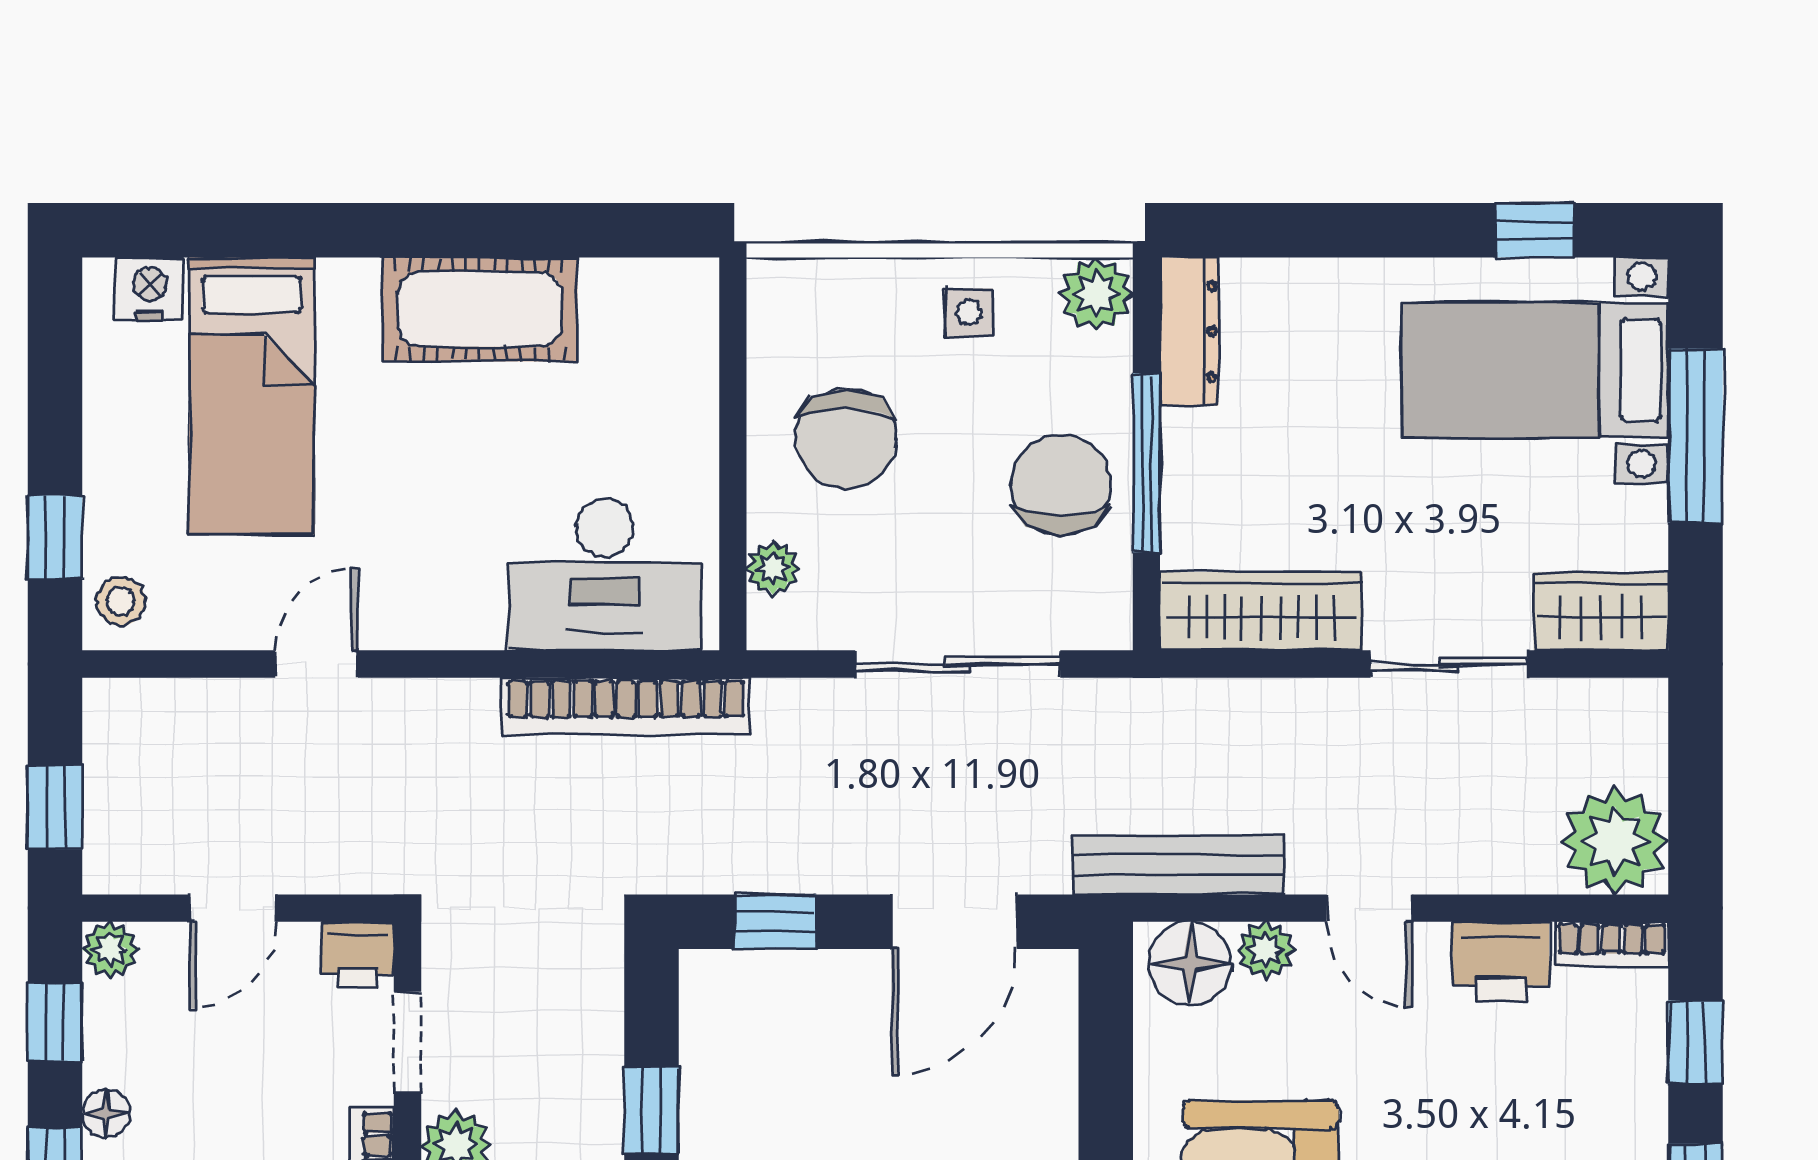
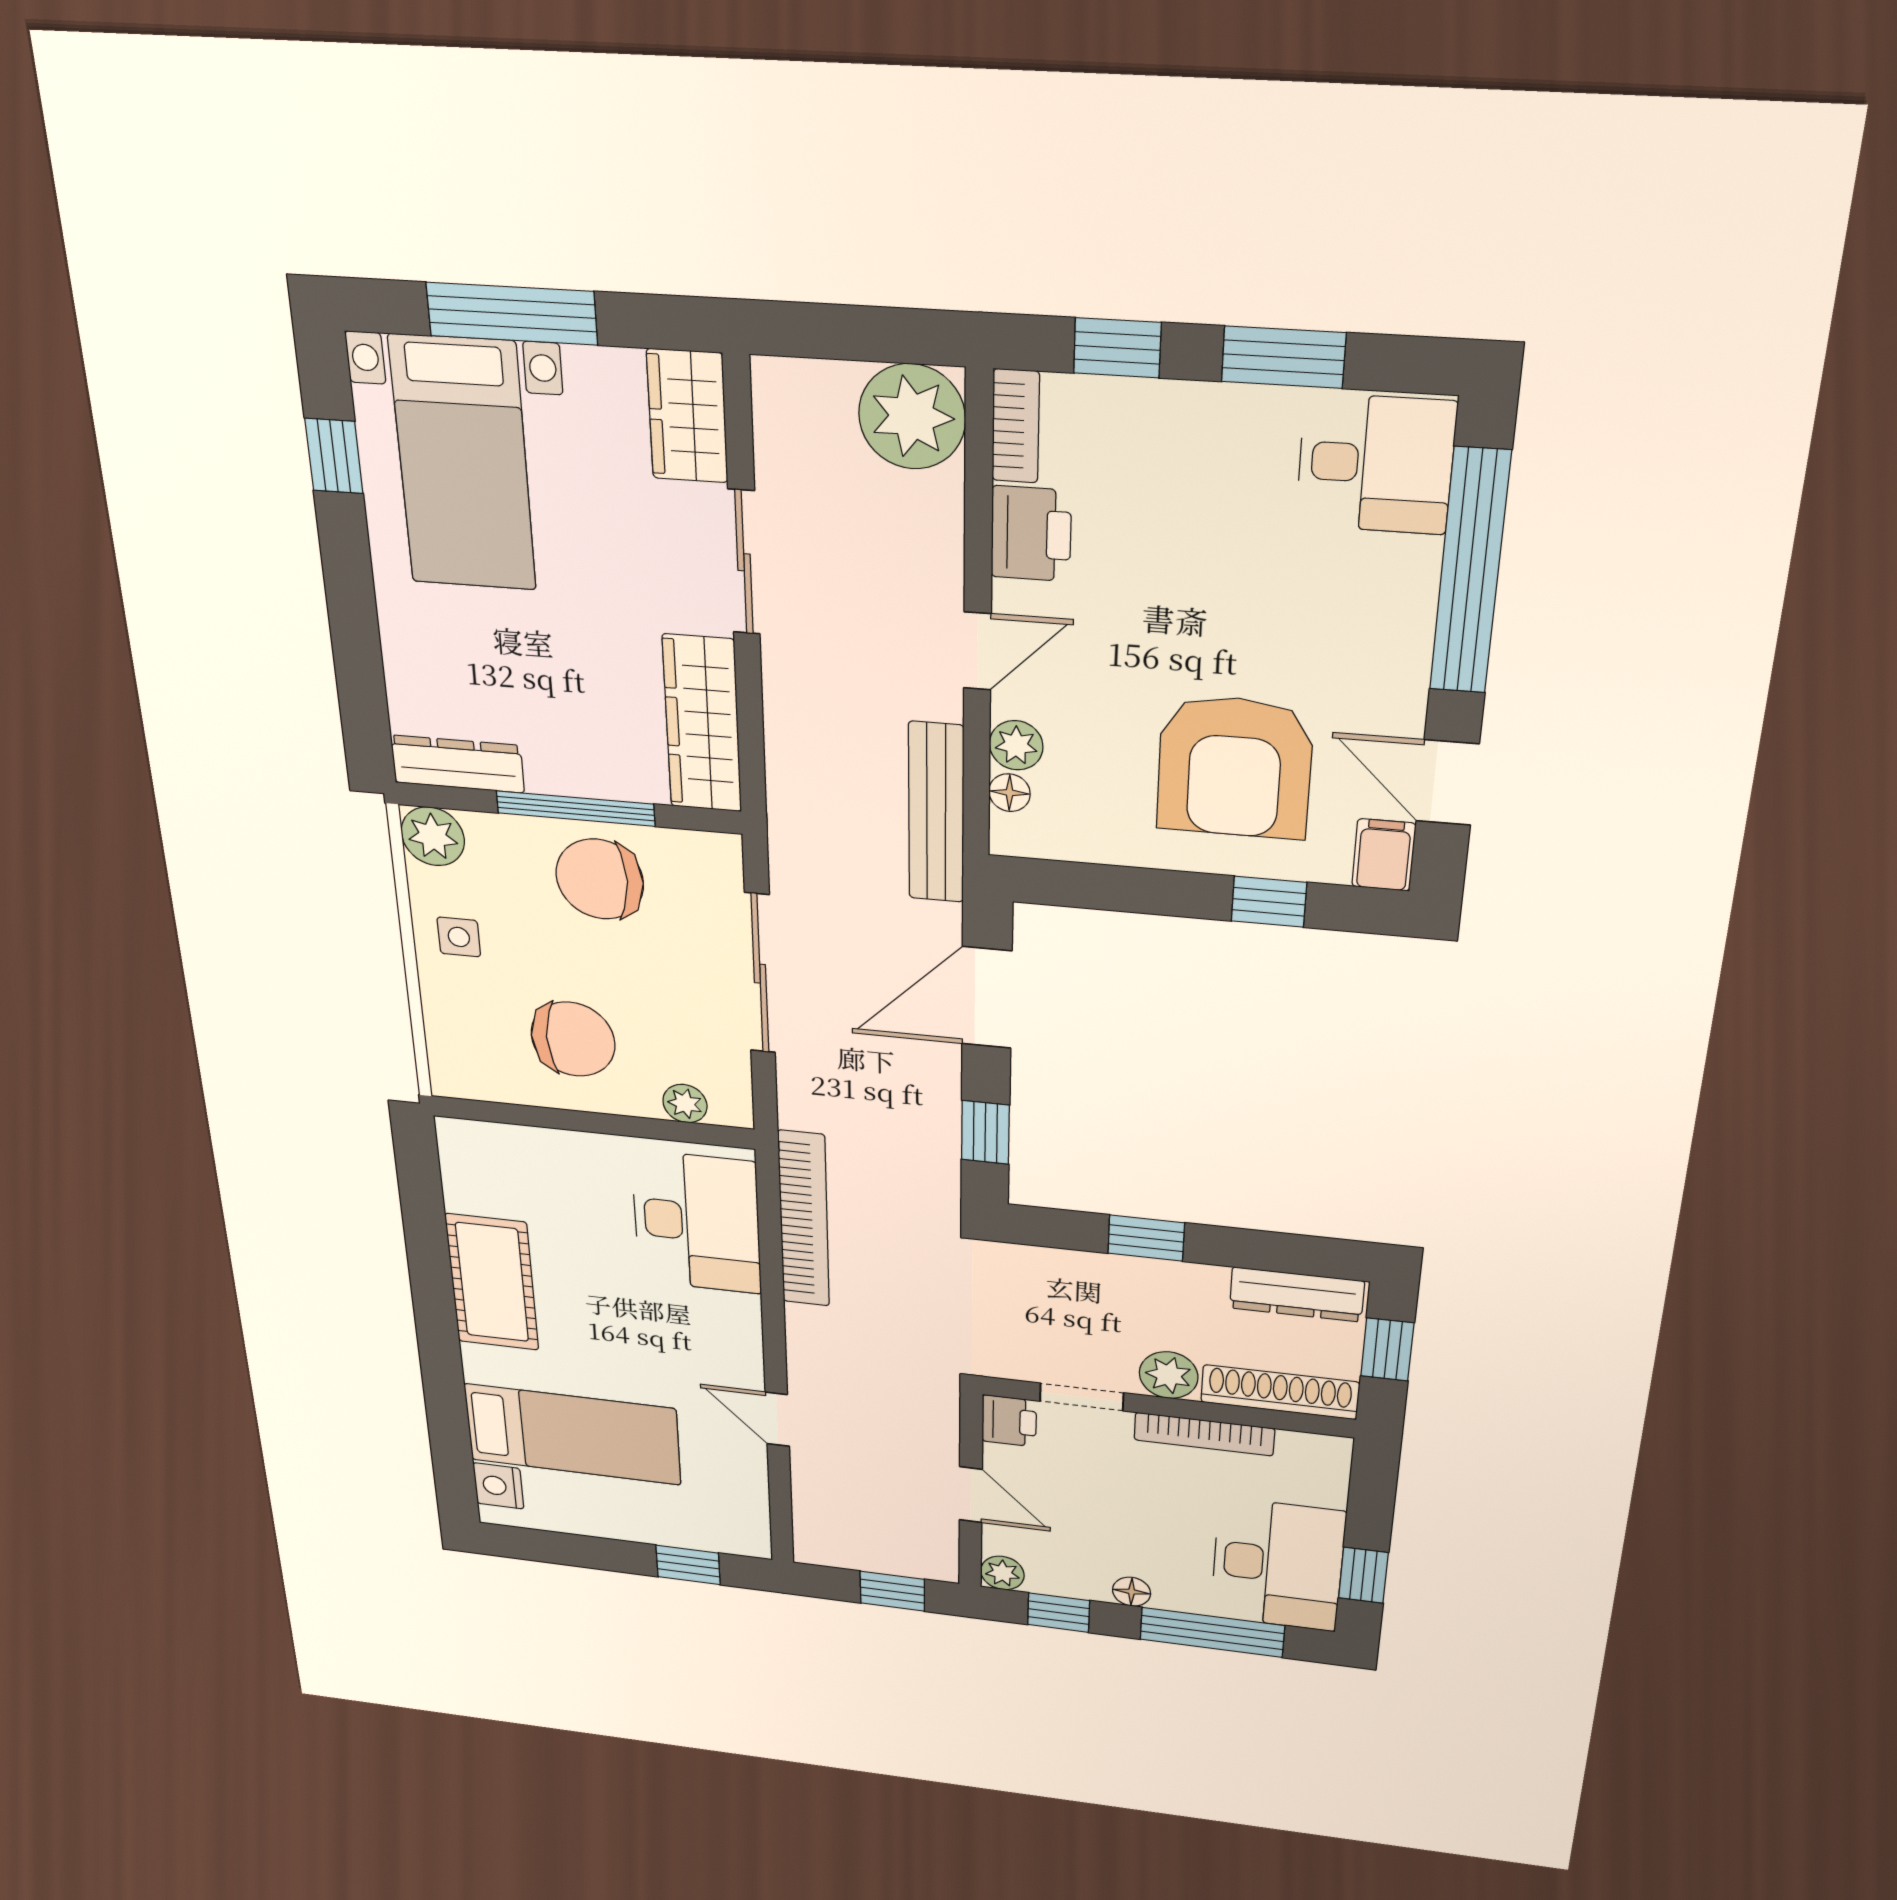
stool: (121, 601) -> (734, 1533), removed
door: (954, 922) -> (987, 998), swing flipped
floor lamp: (1190, 963) -> (1010, 793), width x0.53, depth x0.53

